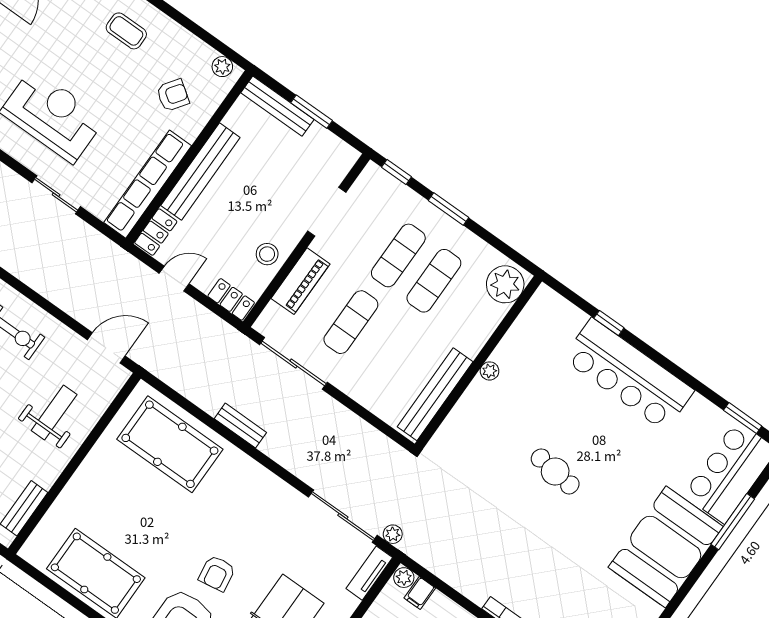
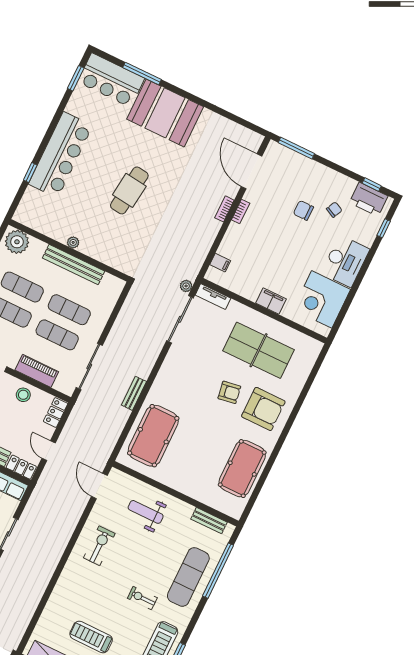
exercise mat: (387, 347) -> (69, 310), added
bench: (435, 394) -> (74, 265), moved
cafe table: (555, 471) -> (129, 190), width x1.37, depth x1.35
plant: (404, 578) -> (212, 274), removed

